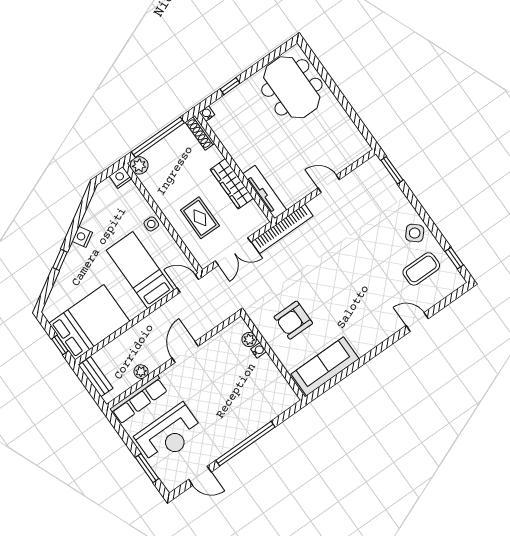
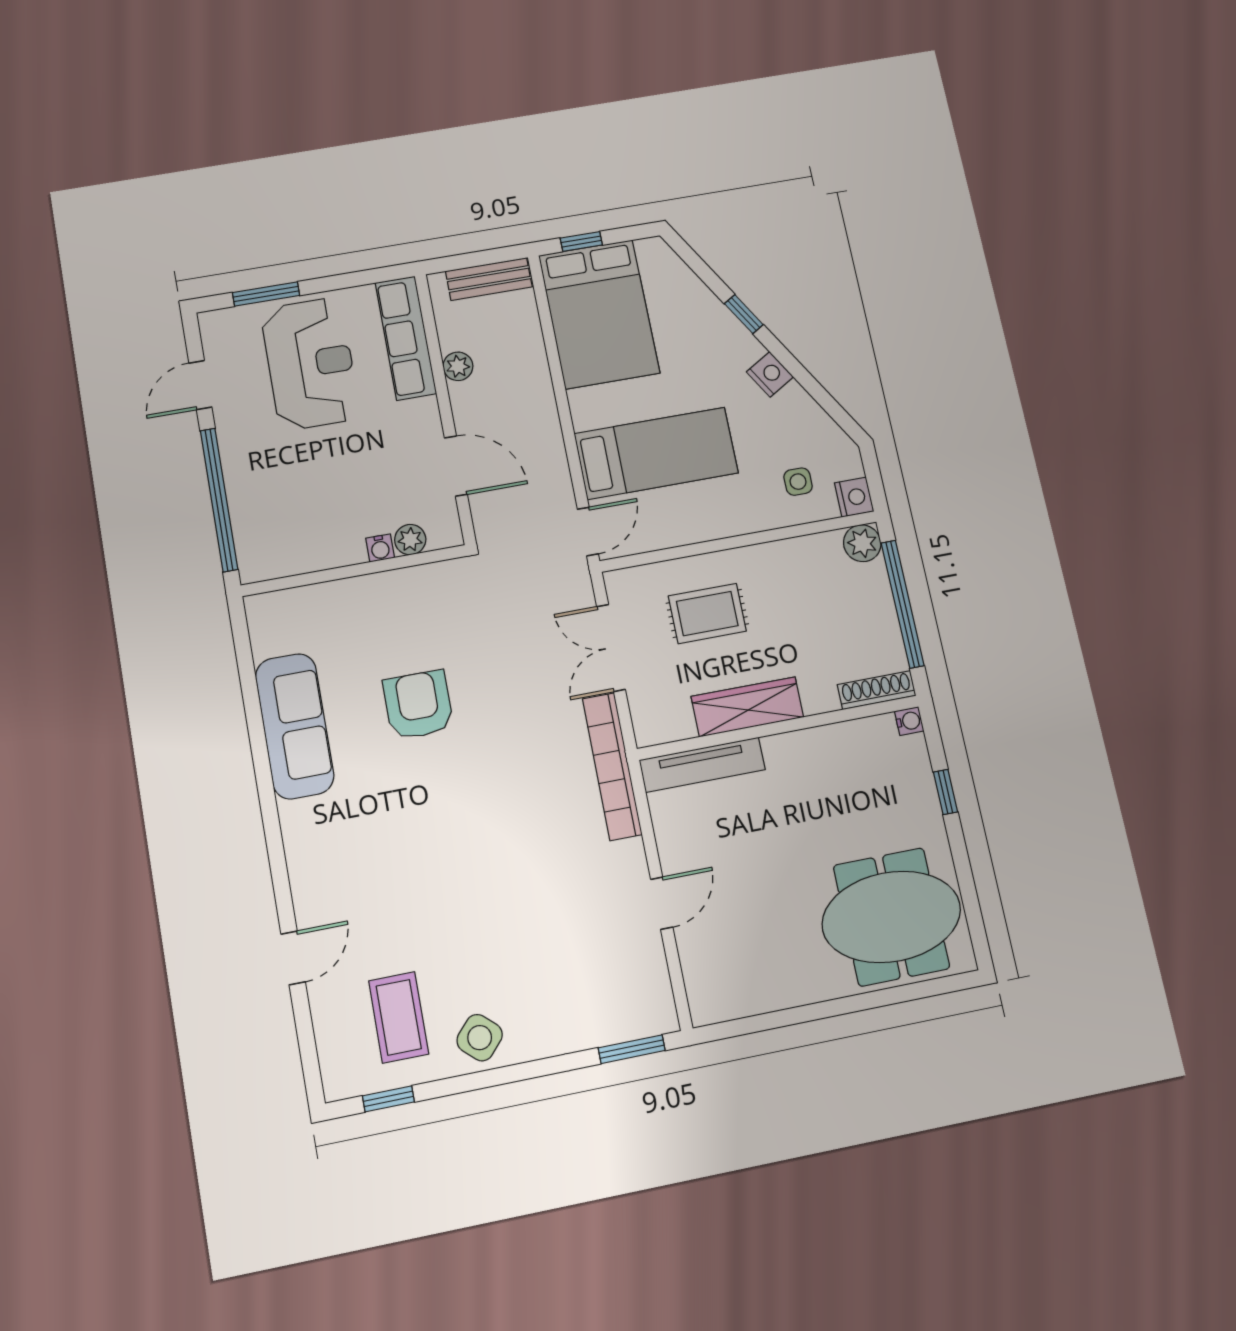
side table: (151, 224) -> (798, 482), moved
plant: (249, 339) -> (410, 540), moved
water cooler: (259, 350) -> (380, 548), moved
wall: (273, 356) -> (354, 571), moved
reception desk: (169, 434) -> (310, 364), turned 180

